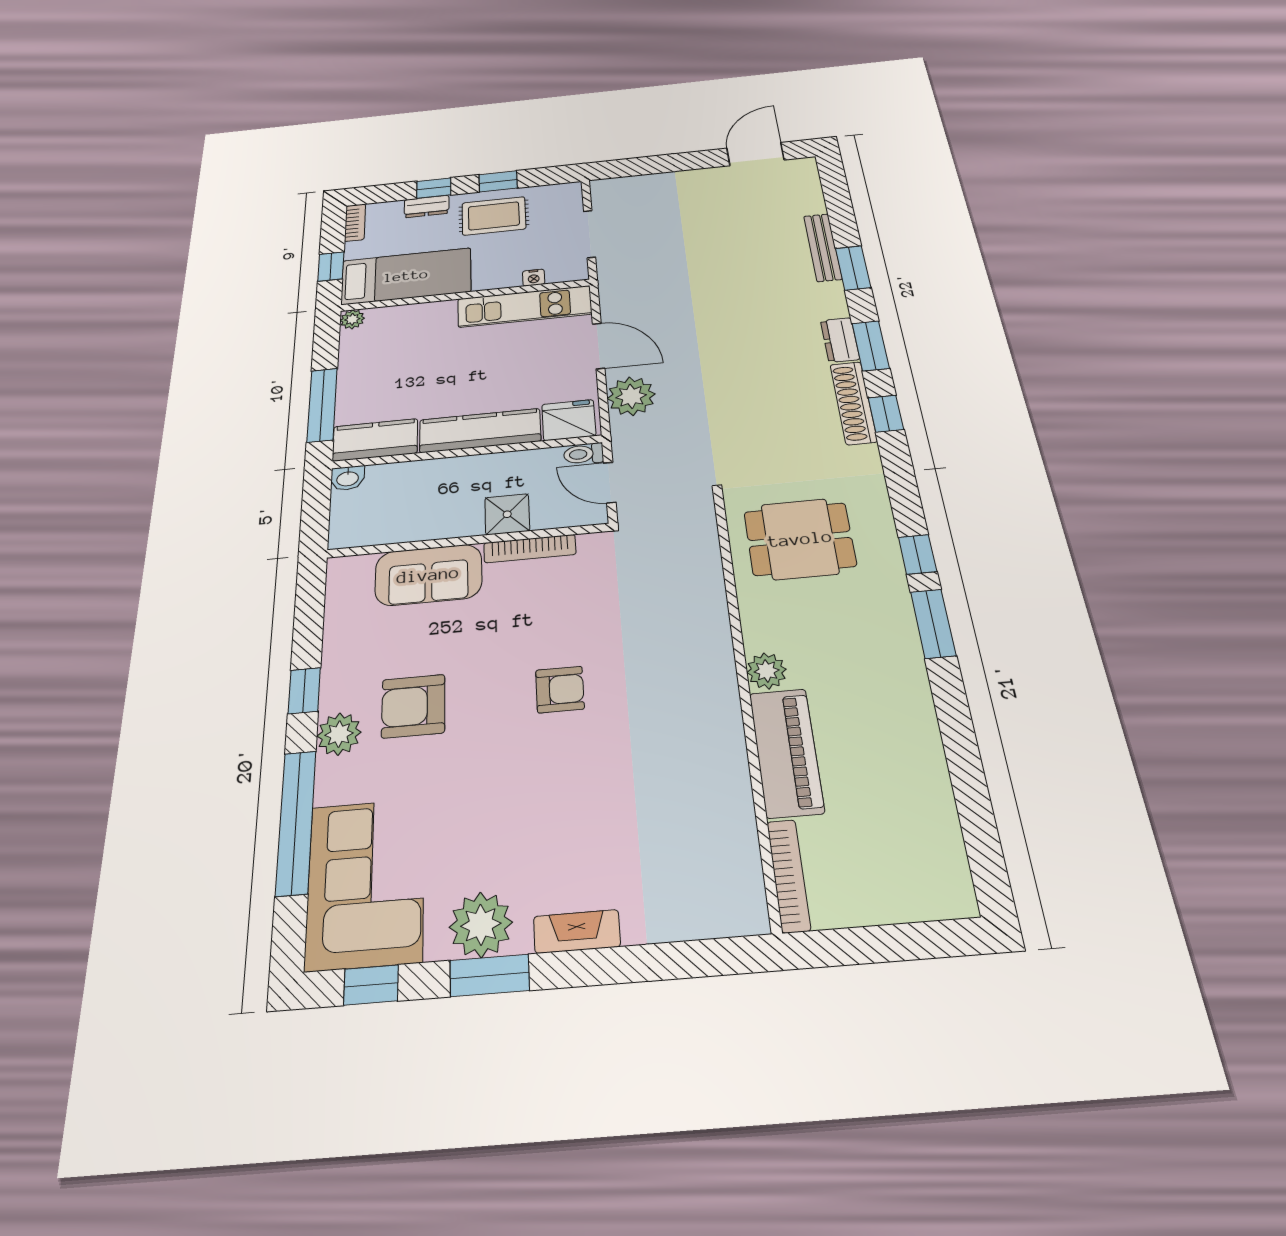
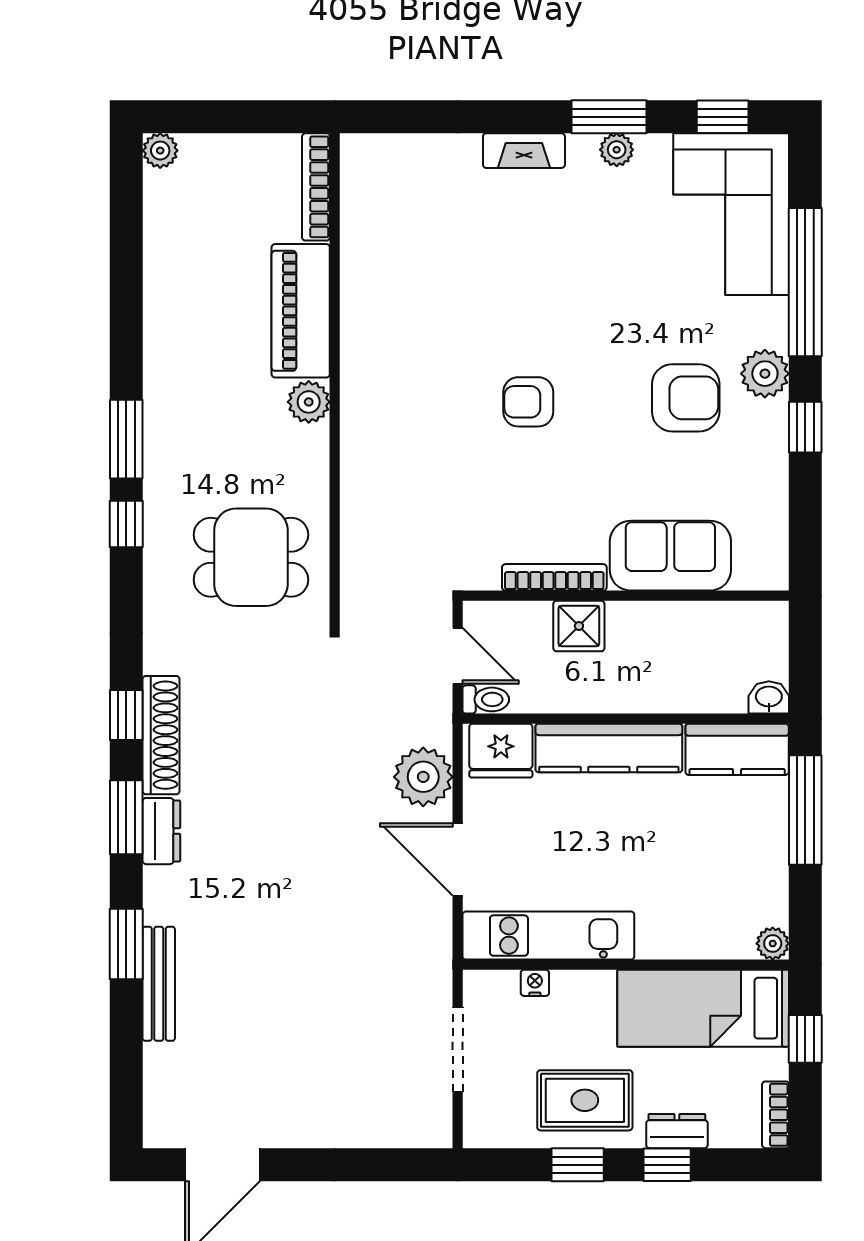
plant: (959, 900) -> (160, 151), added
plant: (481, 925) -> (617, 150), width x0.53, depth x0.53

